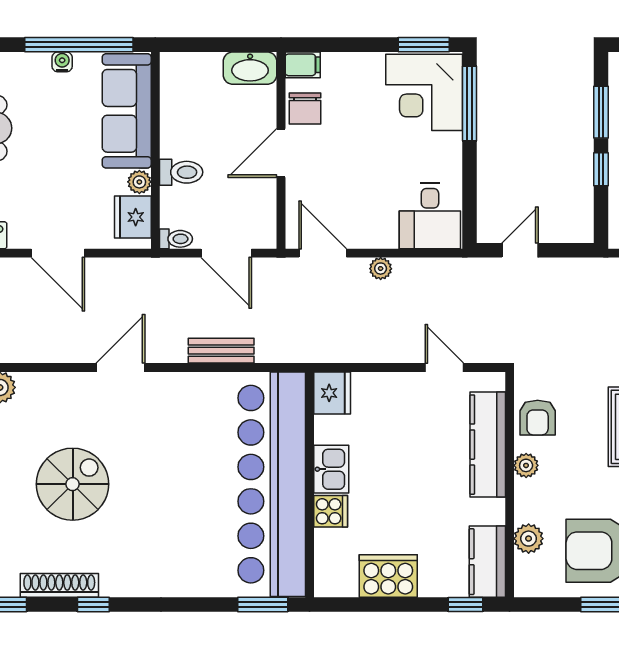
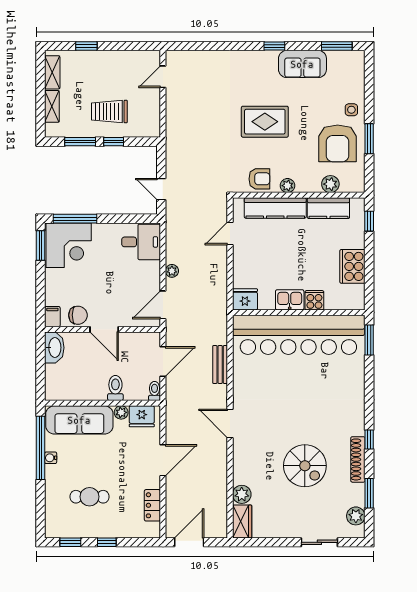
spiral stairs: (73, 484) -> (305, 466), moved, turned 180
kitchen counter: (487, 562) -> (328, 208), moved

